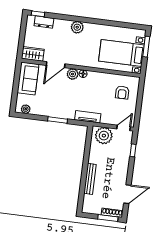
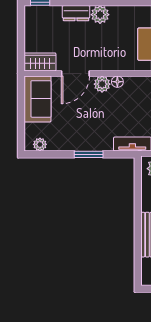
dresser: (44, 22) -> (76, 13), moved

